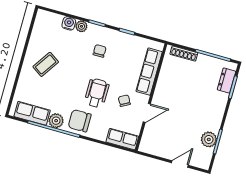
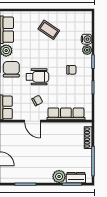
plant: (209, 139) -> (59, 177), moved

